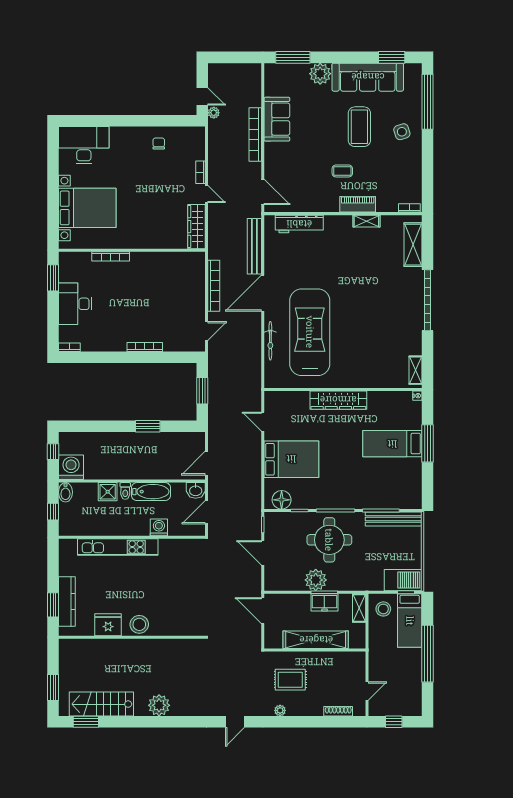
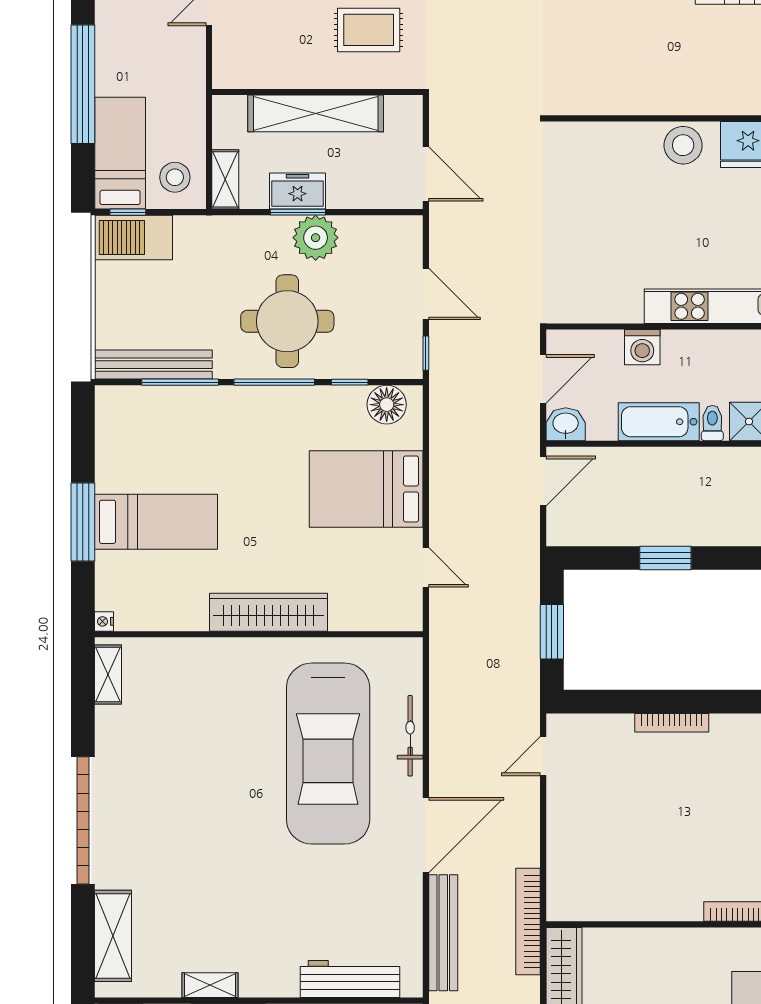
bookcase: (214, 286) -> (528, 922), moved

